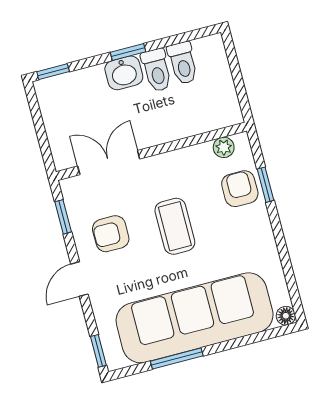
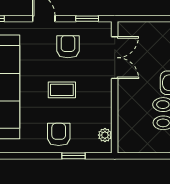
armchair: (240, 189) -> (59, 134), moved, turned -90
coffee table: (175, 226) -> (62, 90), width x0.73, depth x0.77

